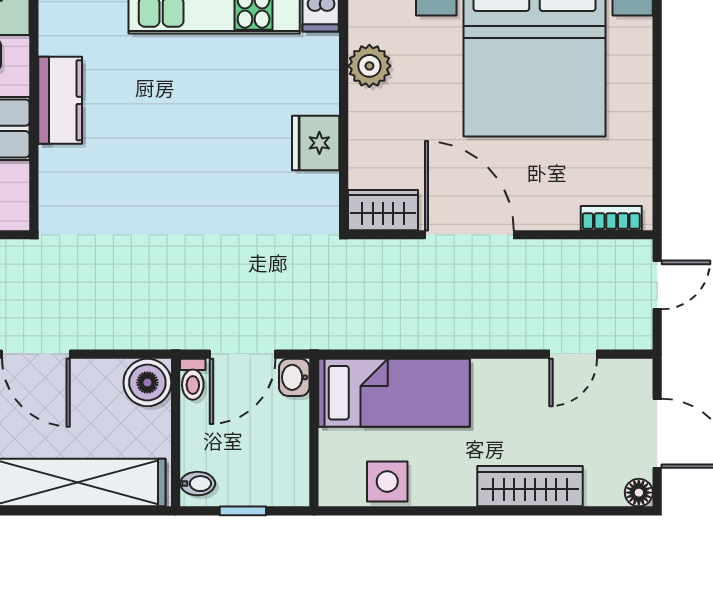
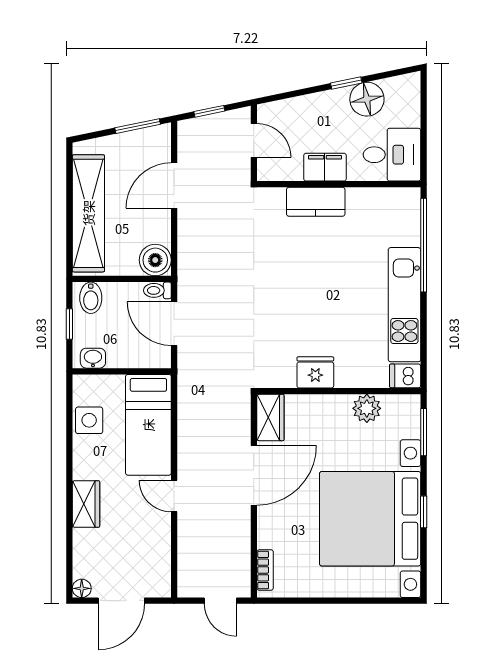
kitchen counter: (60, 100) -> (316, 202), moved
door: (573, 354) -> (174, 496), moved
washbasin: (294, 377) -> (93, 358), moved
bidet: (198, 484) -> (91, 298), width x1.38, depth x1.36
wardrobe: (530, 486) -> (86, 504), width x0.67

